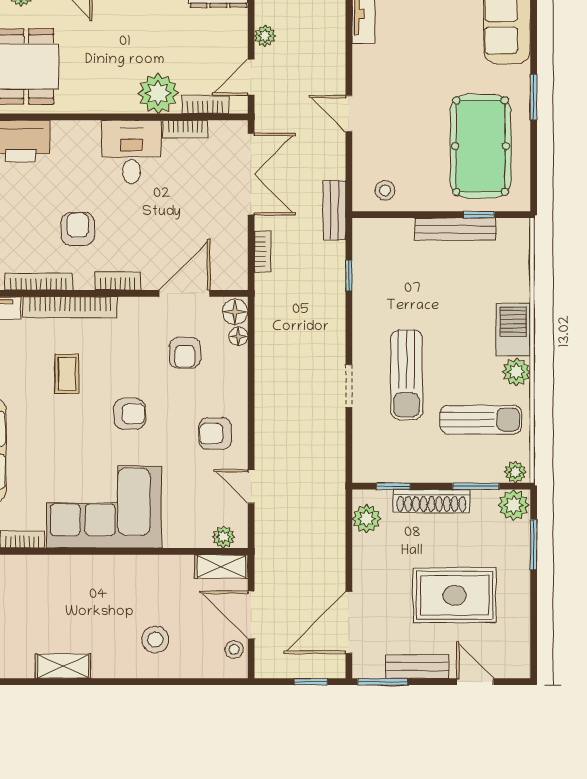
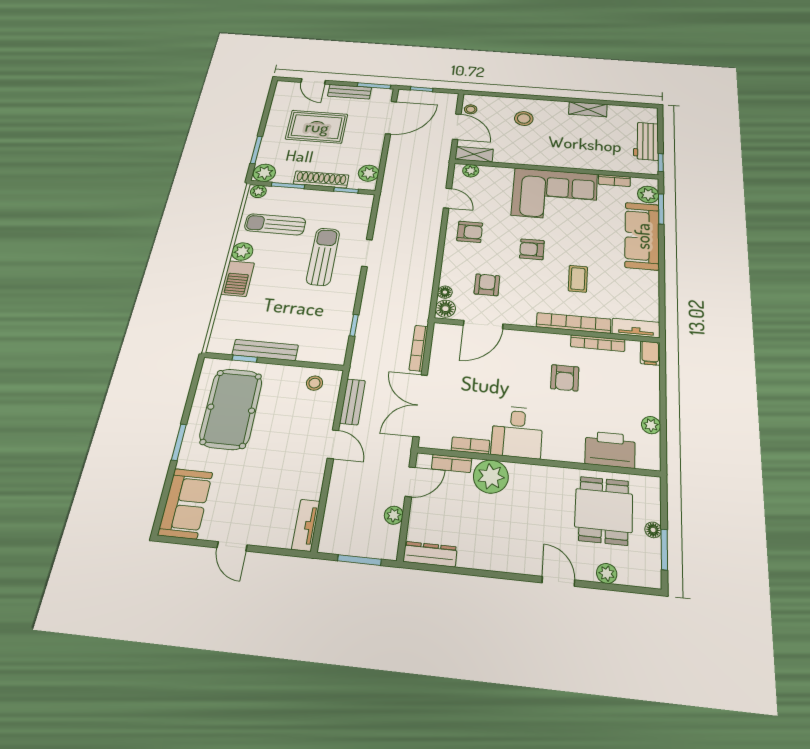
bench: (334, 210) -> (352, 402), moved
bookcase: (263, 252) -> (419, 348), width x1.56
bookcase: (118, 281) -> (535, 338), removed

